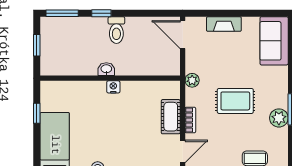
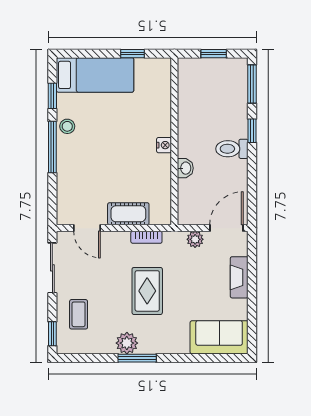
washbasin: (106, 69) -> (185, 168), moved
plant: (192, 80) -> (195, 239), moved
bookcase: (190, 120) -> (146, 237), moved

